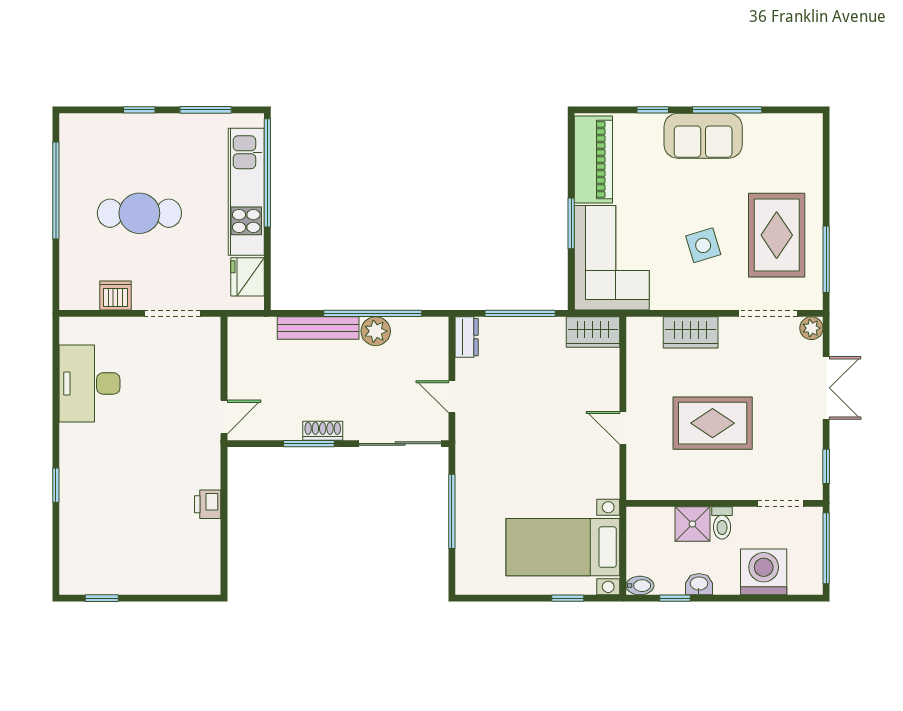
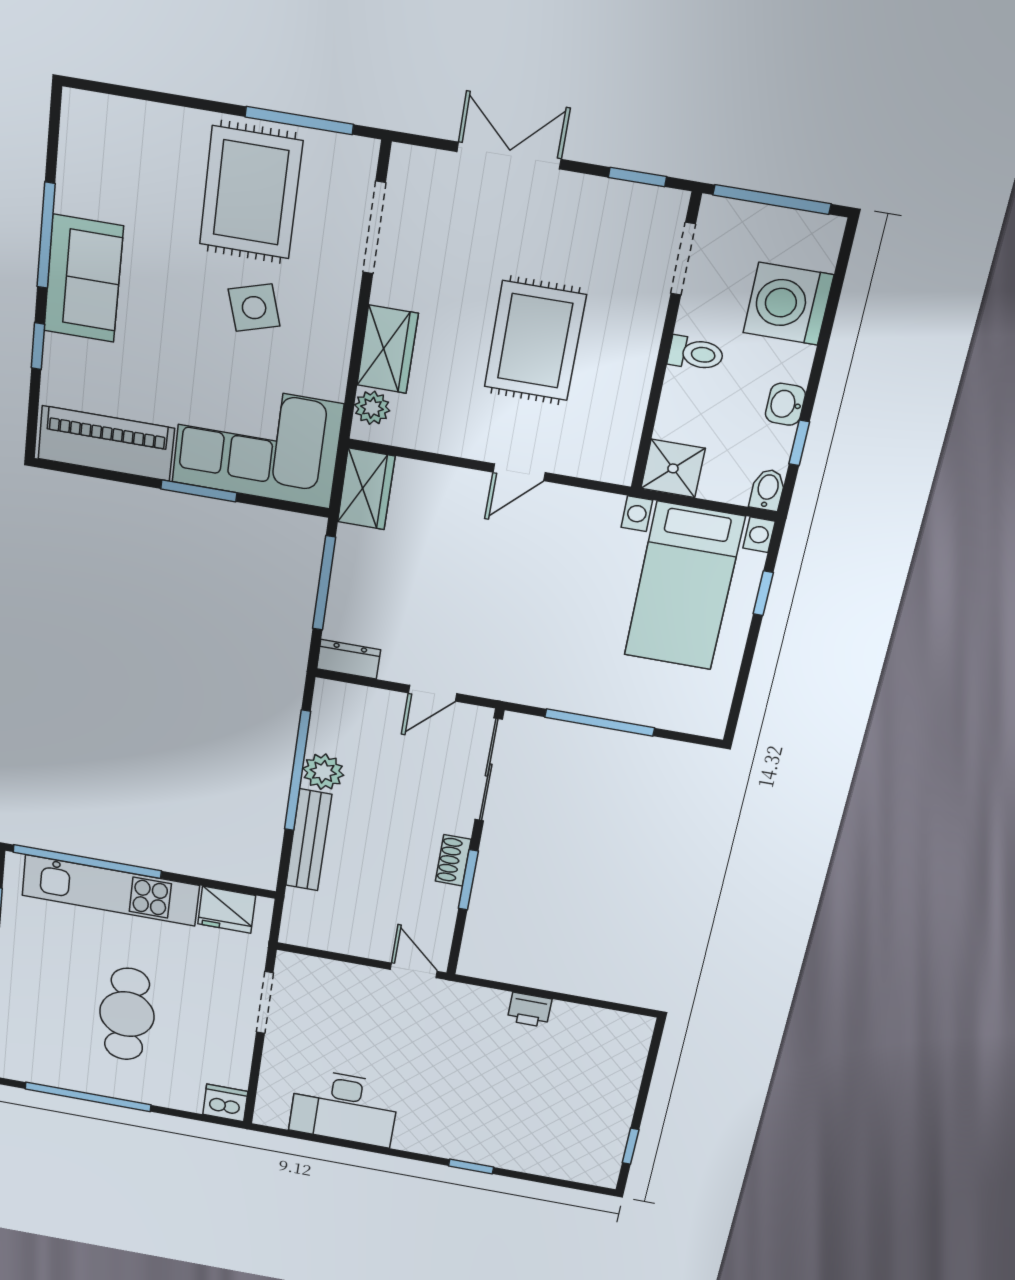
rug: (777, 235) -> (251, 193), turned 90
dishwasher: (116, 295) -> (225, 1103), moved, turned 90
plant: (811, 328) -> (372, 408), moved
shower: (692, 524) -> (673, 468), moved

